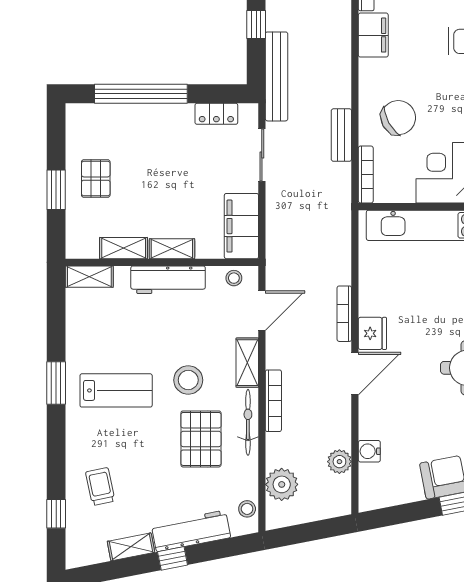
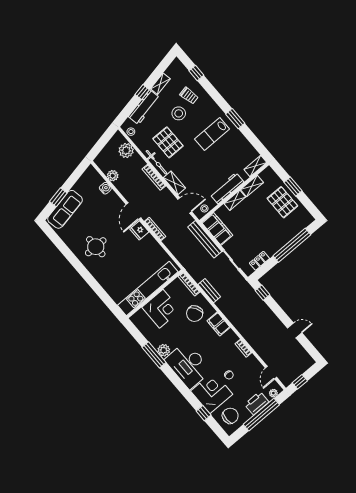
window: (256, 25) -> (263, 293), moved
filing cabinet: (373, 35) -> (219, 324), moved
bench: (277, 76) -> (205, 239), moved
pallet: (96, 179) -> (282, 202), width x1.50, depth x1.42
door: (262, 311) -> (185, 205), swing flipped
stool: (188, 380) -> (179, 113), moved

